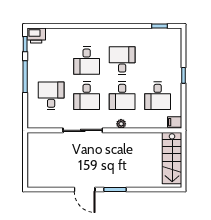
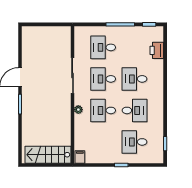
printer: (36, 35) -> (157, 50), moved
desk: (51, 96) -> (103, 47), turned 180
desk: (158, 96) -> (134, 142), moved

